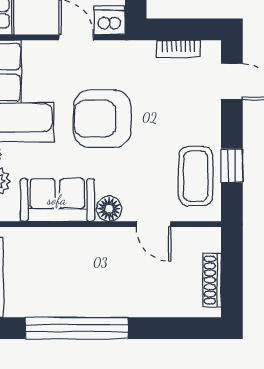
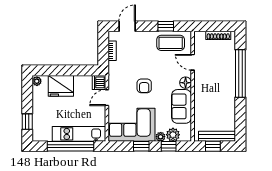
armchair: (102, 119) -> (144, 86), width x0.53, depth x0.53
door: (153, 224) -> (193, 62), swing flipped
window: (77, 328) -> (240, 73), moved

